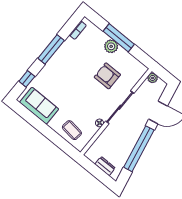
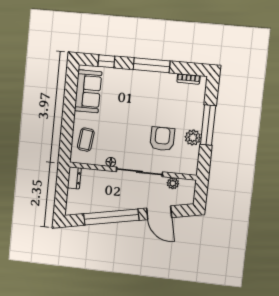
plant: (111, 46) -> (193, 138), moved
plant: (153, 78) -> (173, 183), moved
dresser: (105, 166) -> (74, 178), moved

